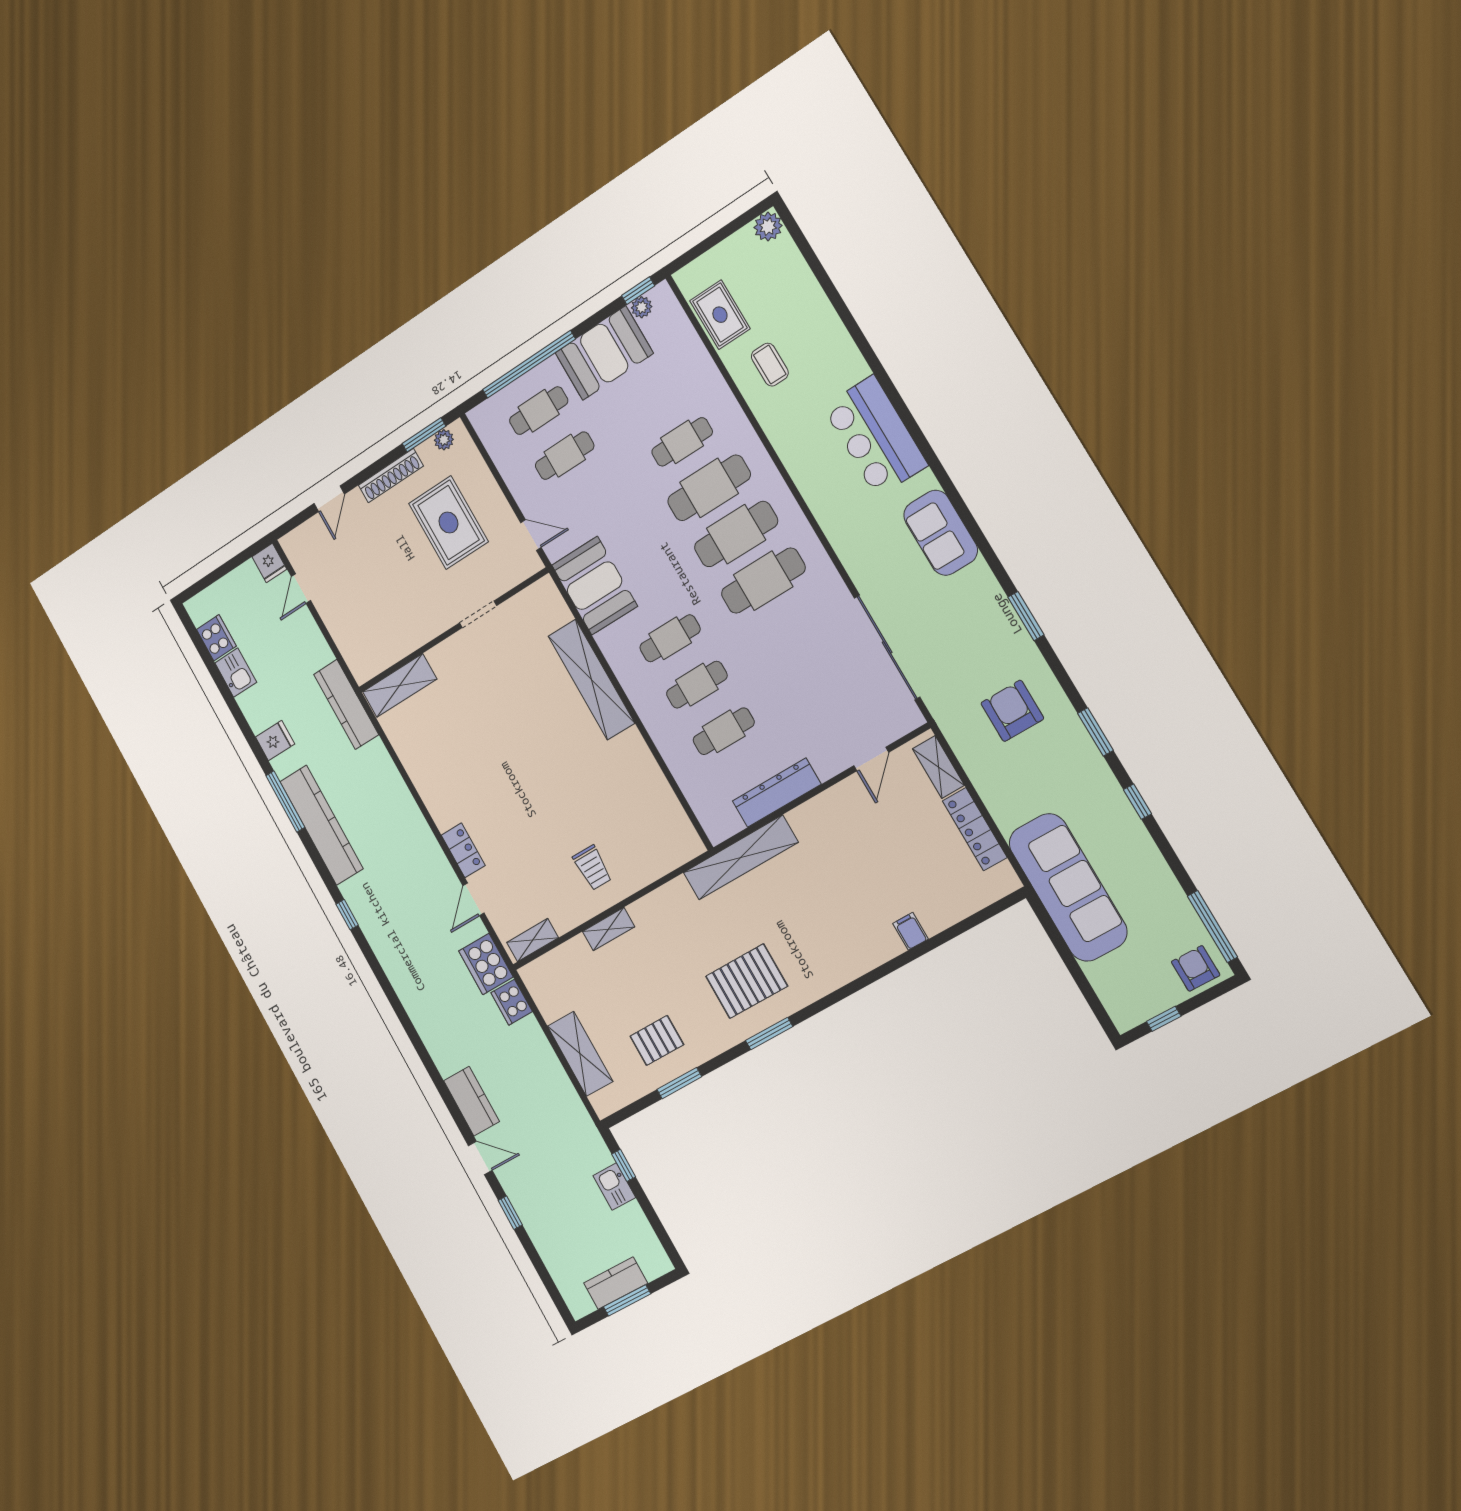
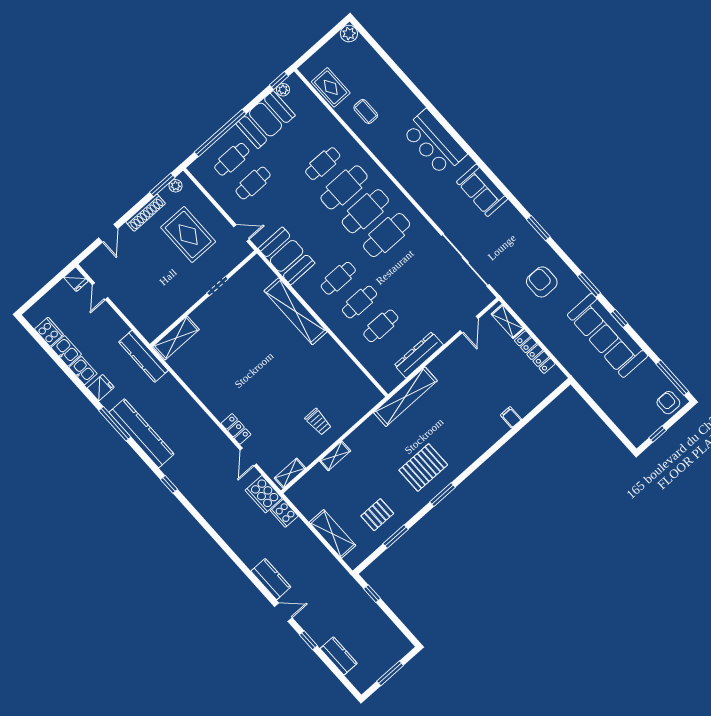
sofa: (1068, 887) -> (607, 335), moved, turned 180
kitchen sink: (614, 1187) -> (83, 371), moved, turned 180
kitchen counter: (616, 1283) -> (339, 656), moved, turned 90

